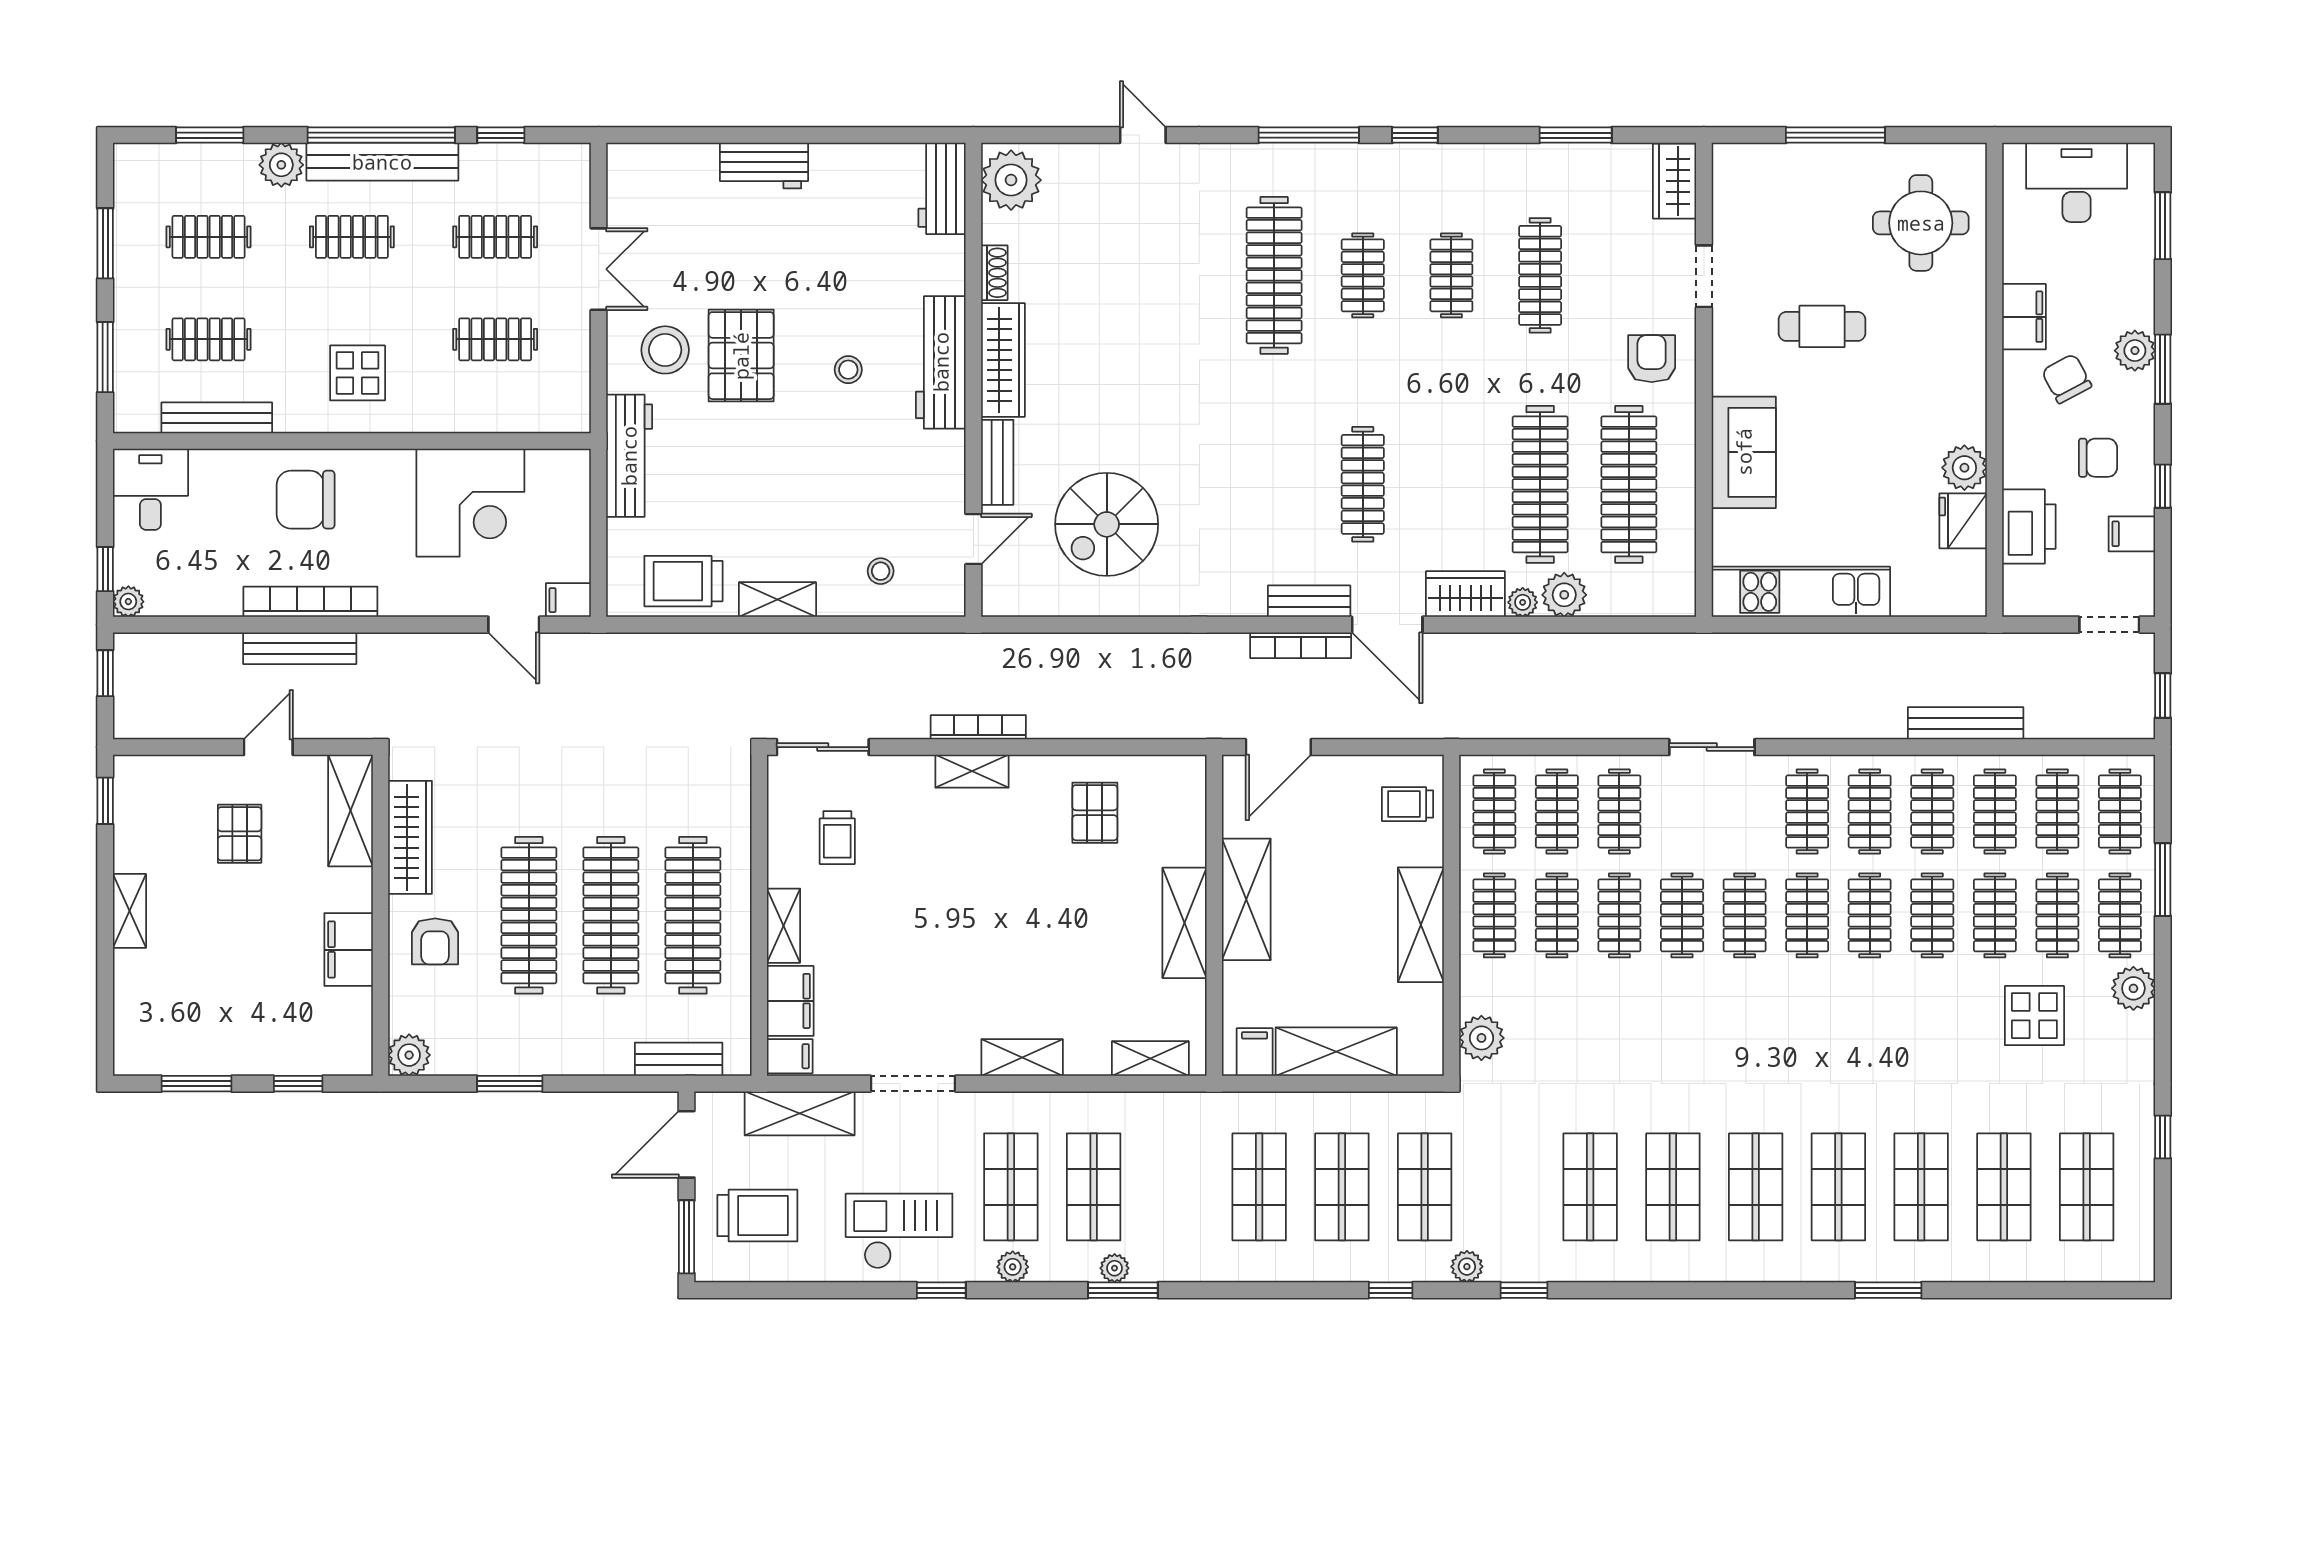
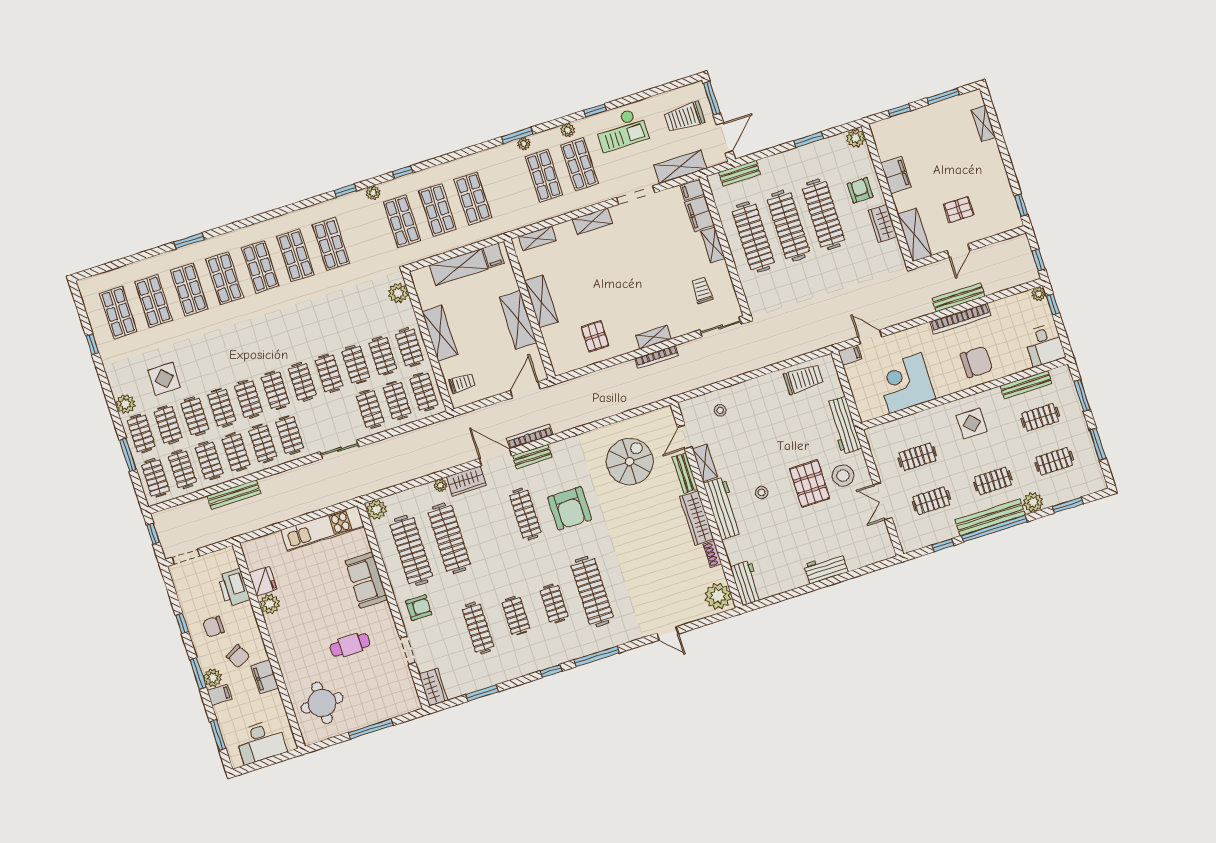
armchair: (1652, 359) -> (419, 608), turned -90
armchair: (1265, 466) -> (570, 508), added
filing cabinet: (2132, 534) -> (220, 695), moved
plant: (1564, 595) -> (377, 510), moved
shelving: (777, 600) -> (705, 463), moved, turned 90
pallet: (240, 834) -> (959, 210), turned 90
wardrobe: (410, 837) -> (883, 223), width x0.67
shelving: (129, 911) -> (983, 124), moved

